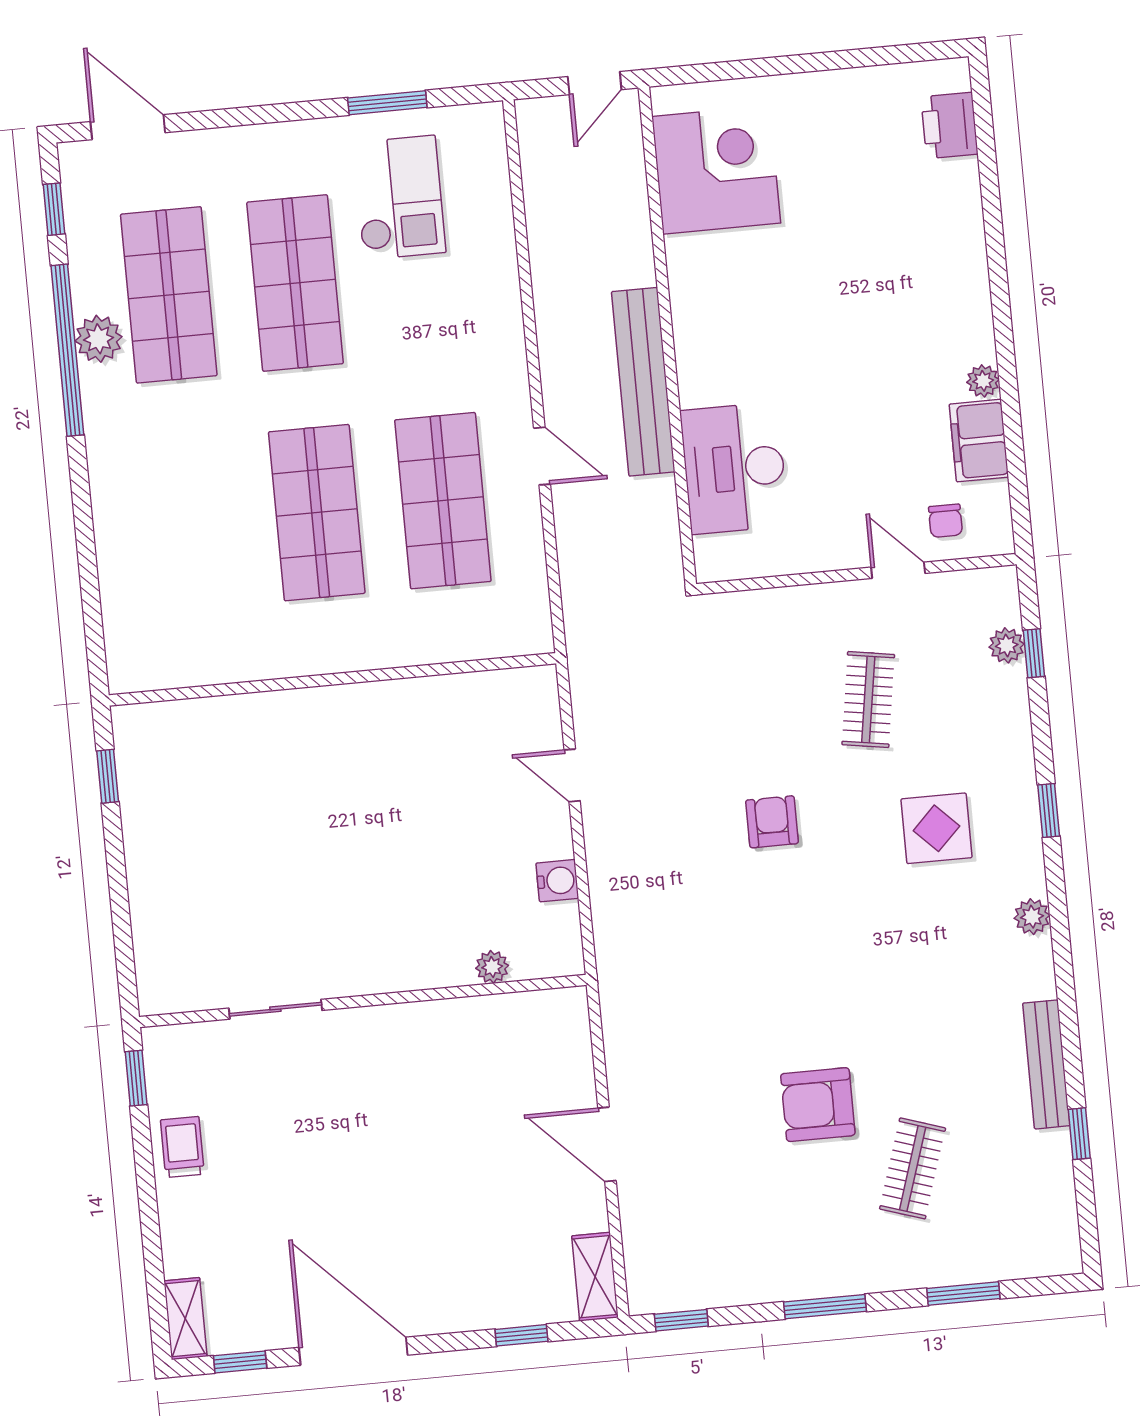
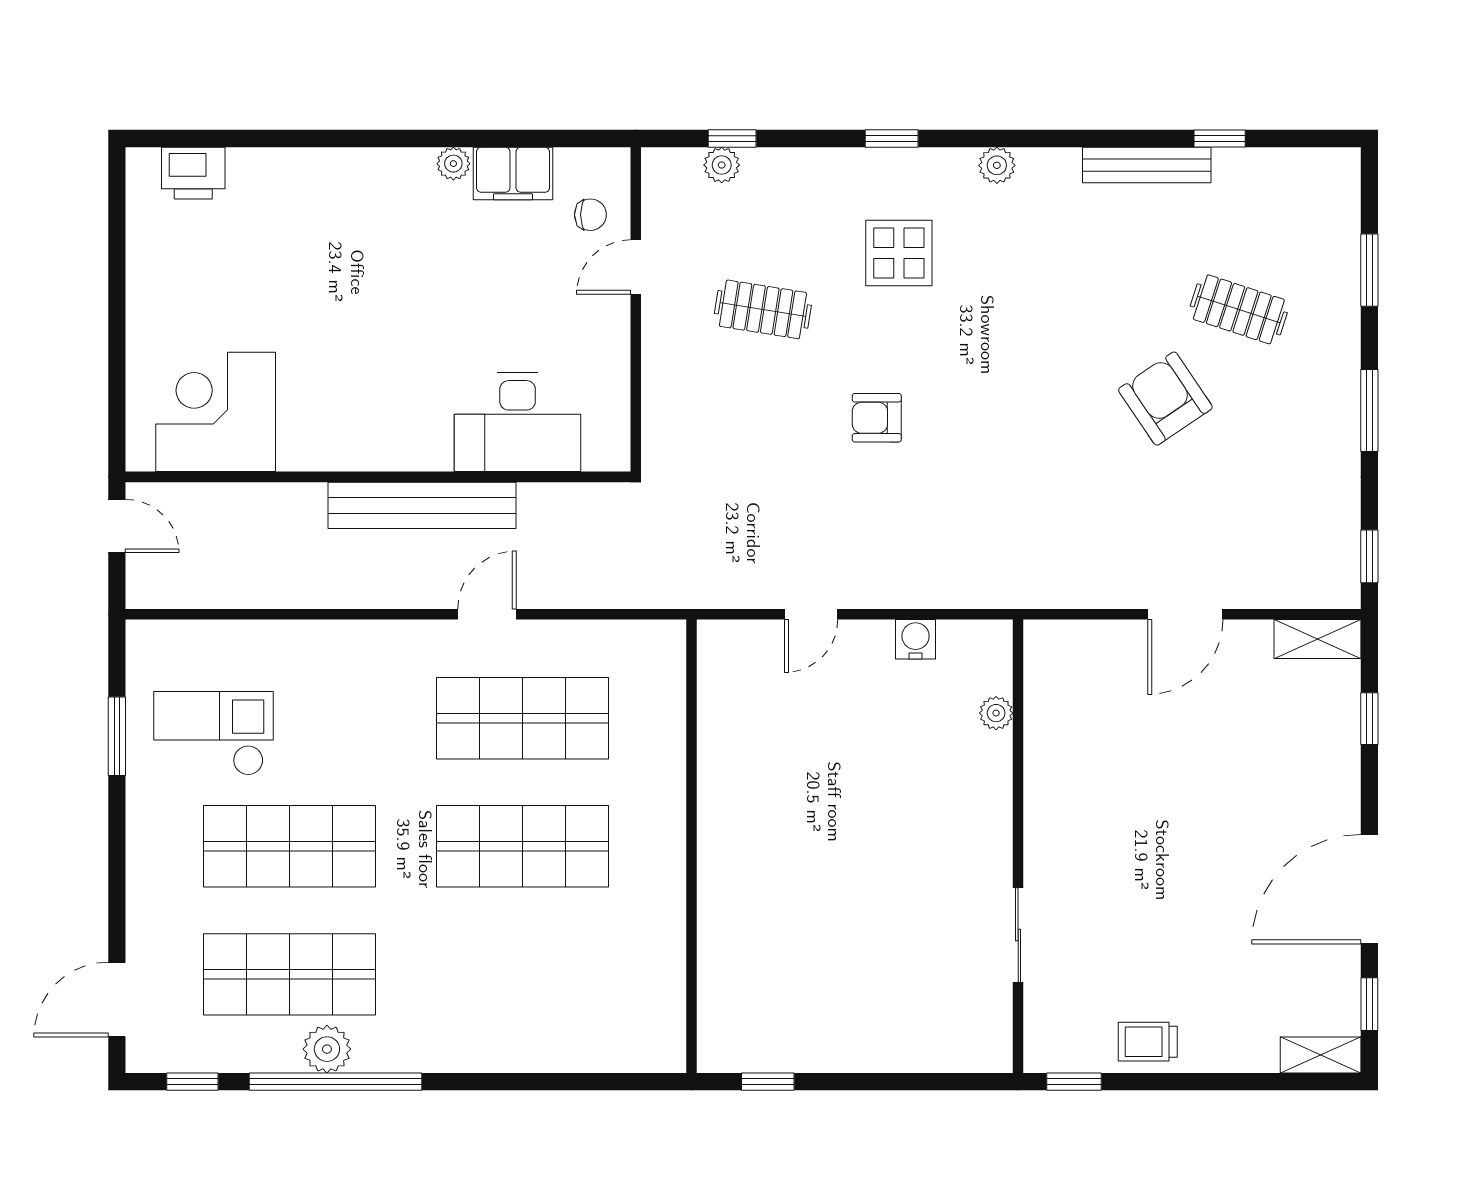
armchair: (818, 1105) -> (1165, 399), turned 146

